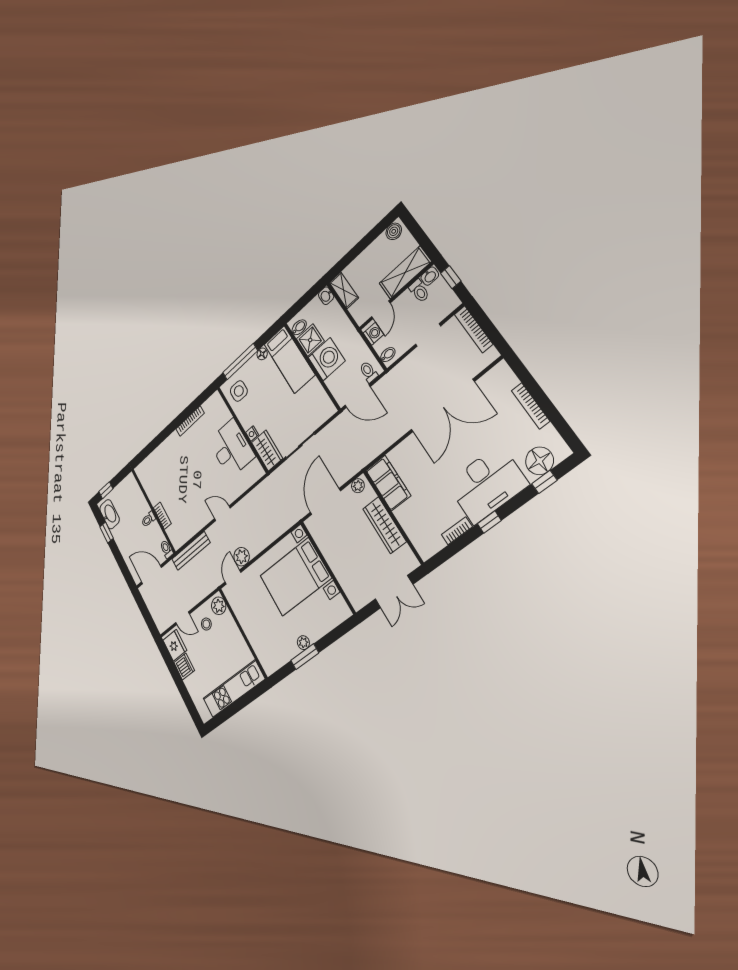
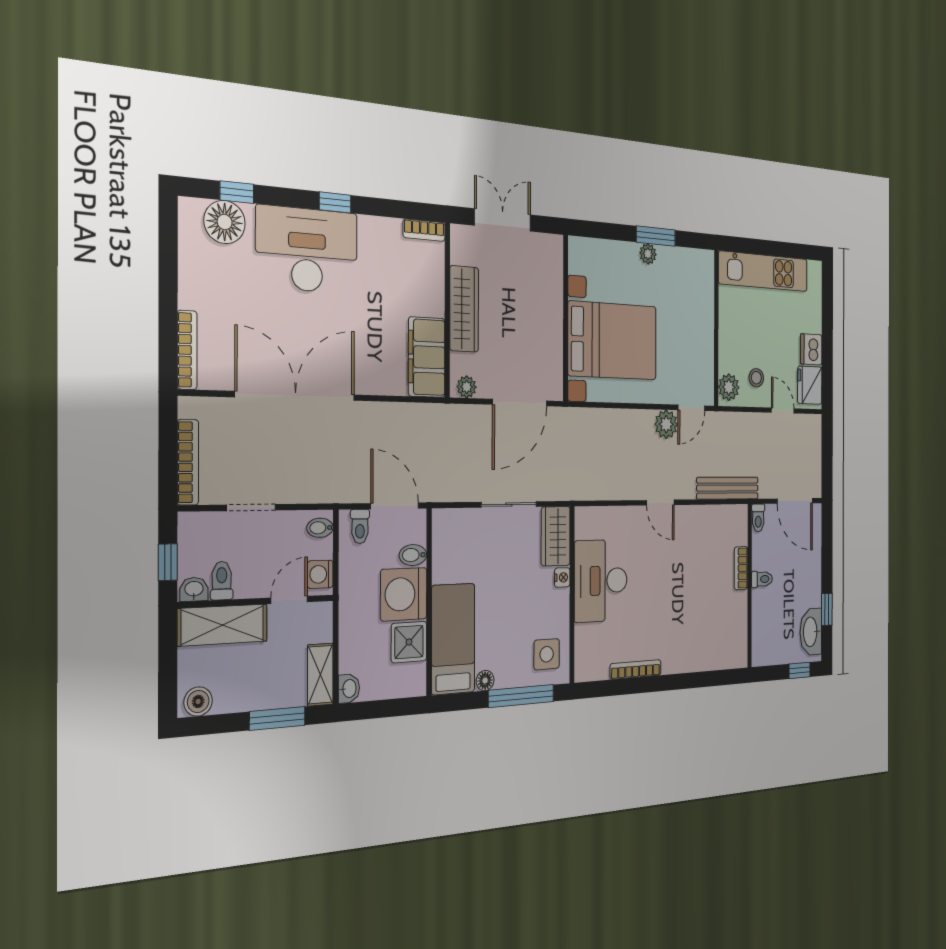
window: (352, 255) -> (277, 718), added
bidet: (299, 327) -> (413, 555), moved
bookcase: (531, 406) -> (187, 350), moved
bookcase: (457, 531) -> (424, 230), moved

